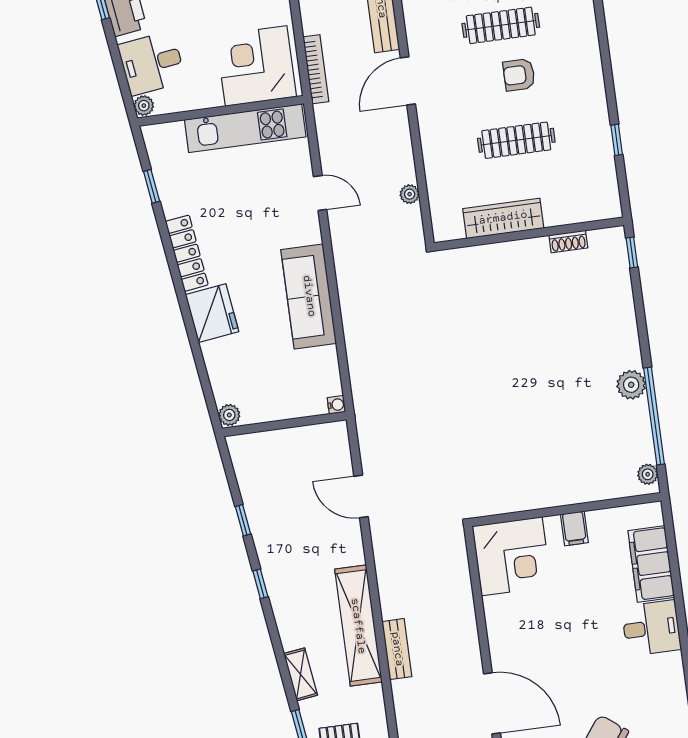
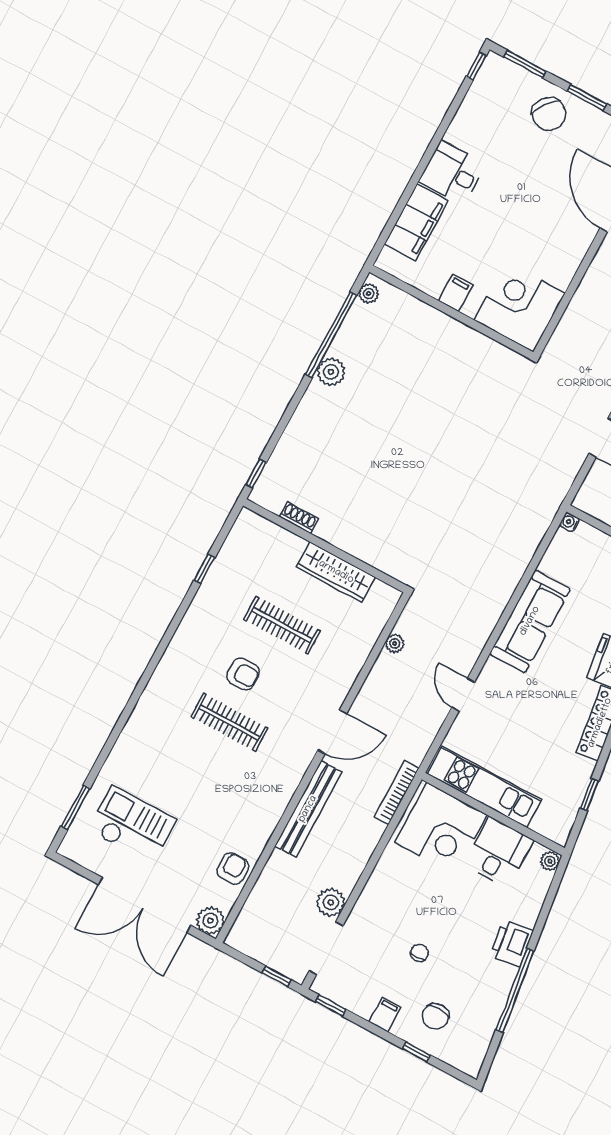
desk: (152, 63) -> (499, 852), moved, turned -82

